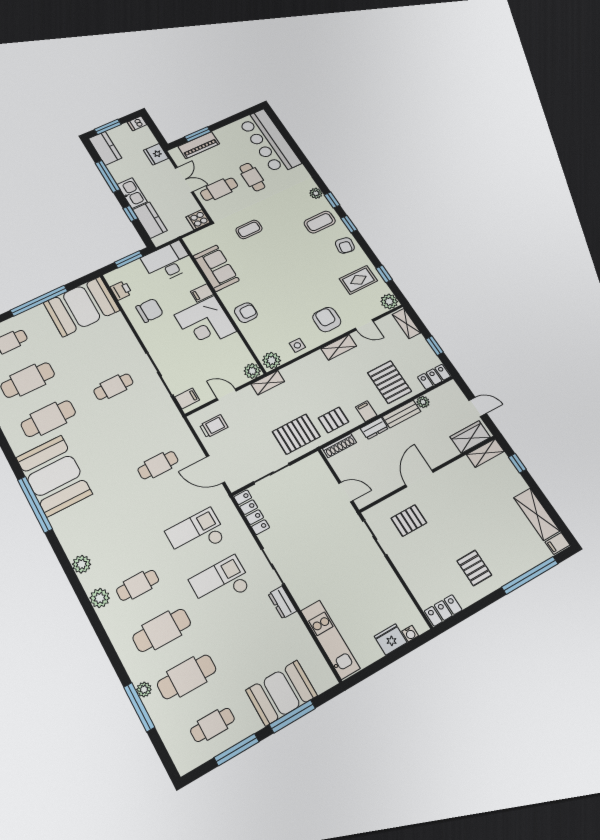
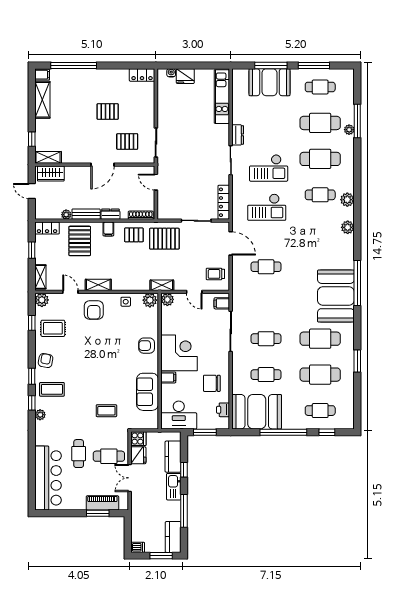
fridge: (156, 154) -> (138, 455), moved
cafe table: (92, 349) -> (266, 375), added
pallet: (474, 568) -> (108, 111), moved, turned 90

